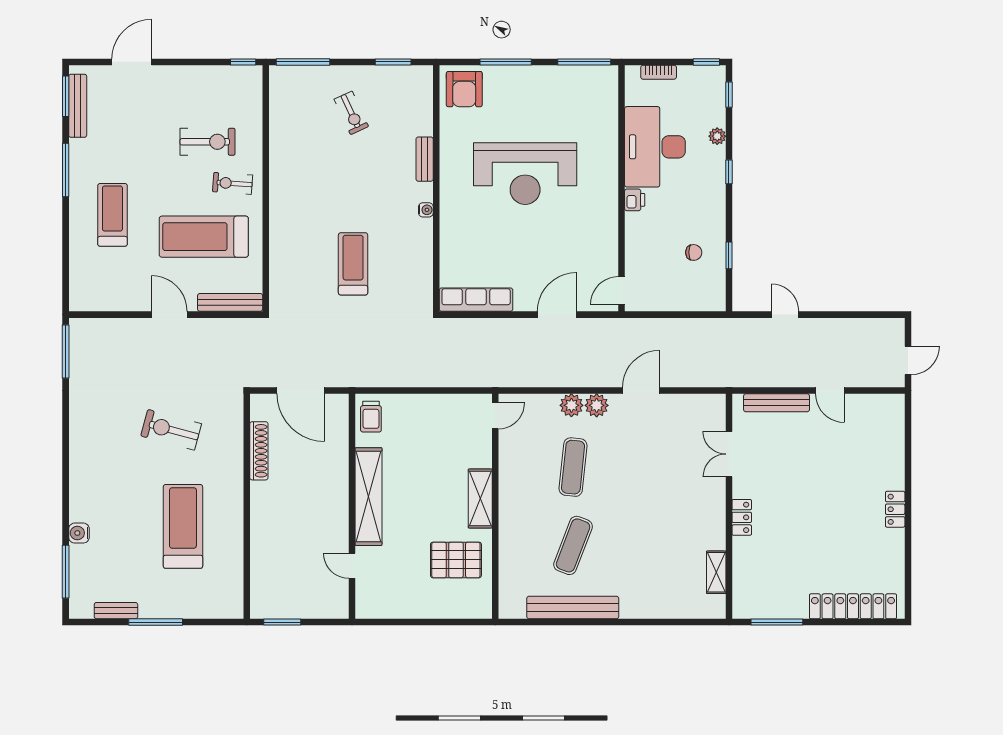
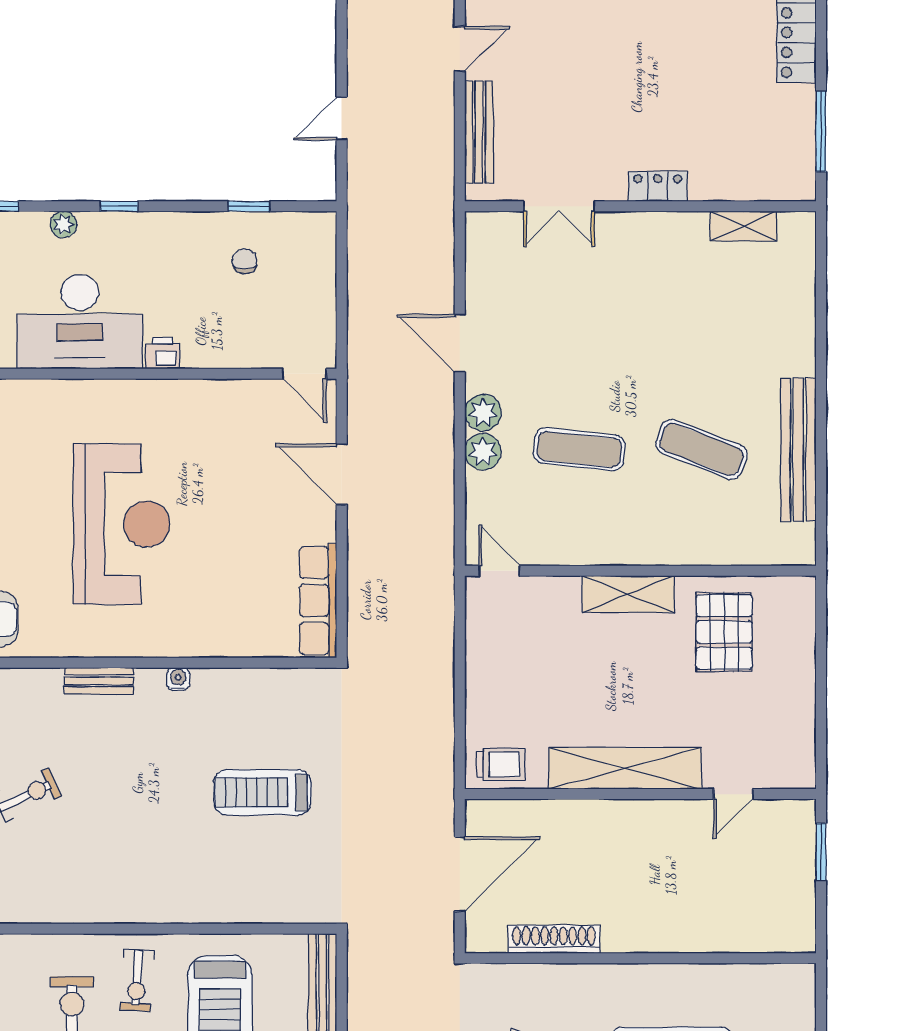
window: (282, 622) -> (821, 852), moved

